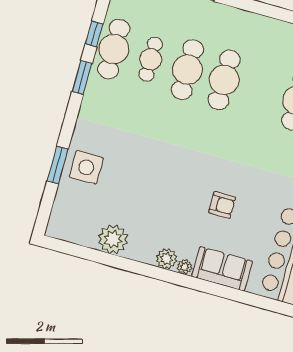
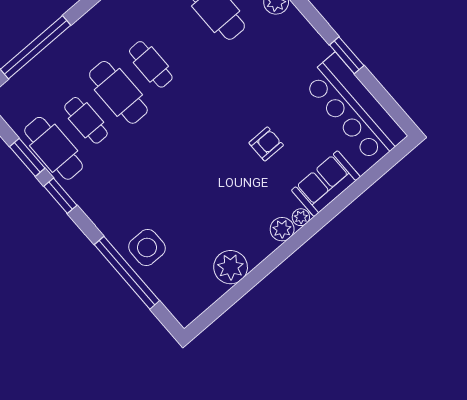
window: (94, 34) -> (27, 157), width x1.50
cafe table: (224, 80) -> (151, 64), width x0.73, depth x0.74
window: (58, 165) -> (127, 273), width x2.11

